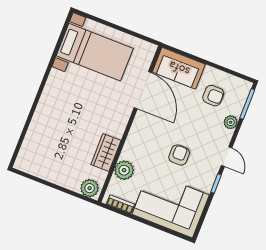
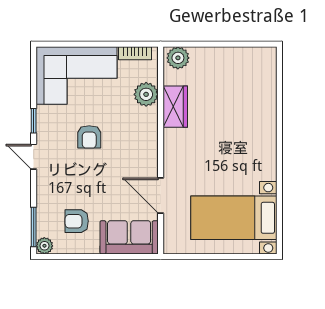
door: (143, 90) -> (161, 196), width x0.73
plant: (231, 122) -> (44, 246), moved

